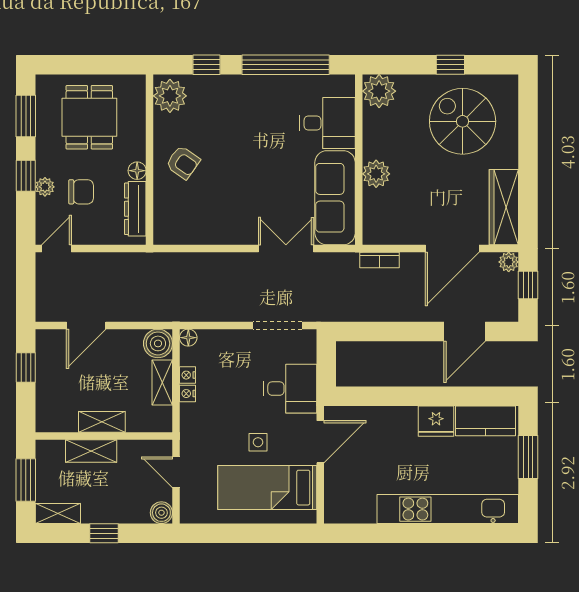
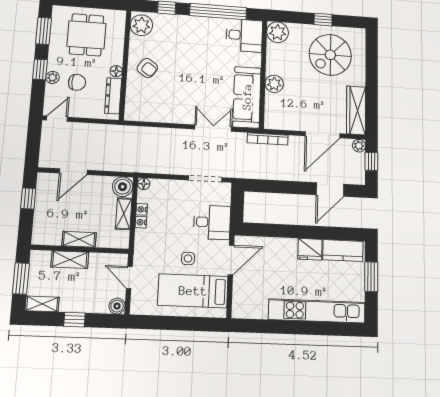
spiral stairs: (463, 121) -> (330, 55), turned -90
desk: (327, 123) -> (244, 35), moved
bookcase: (380, 260) -> (268, 139), width x1.56

